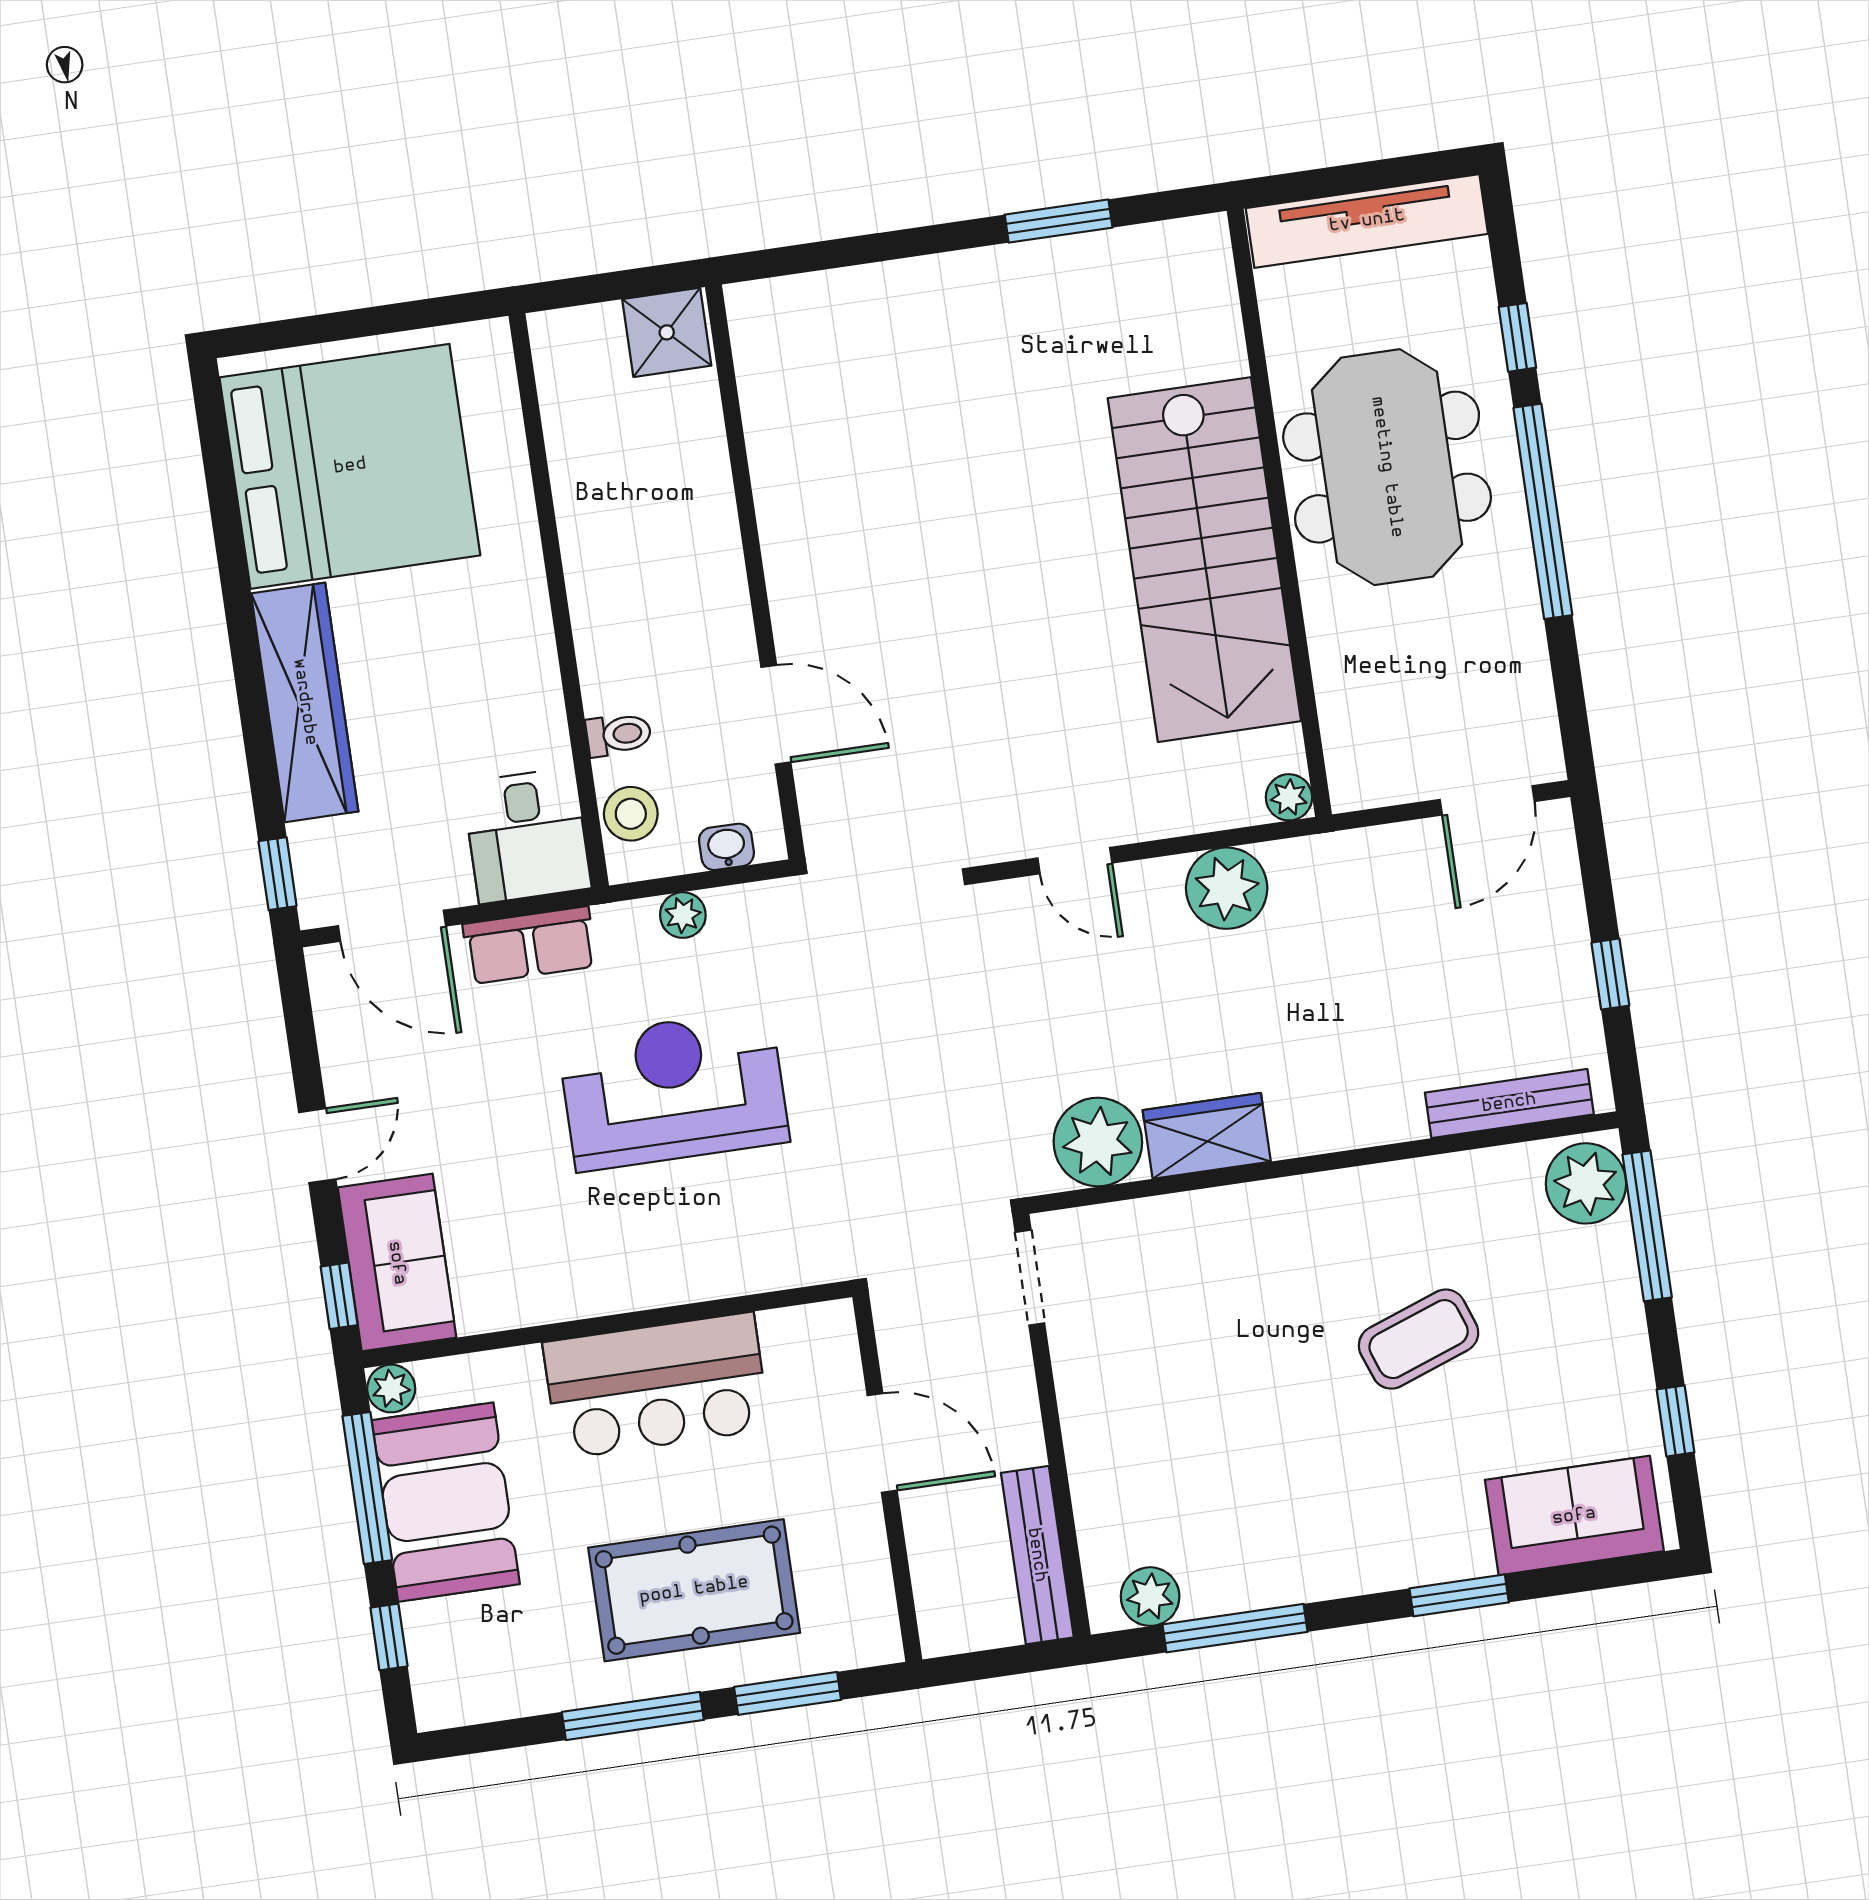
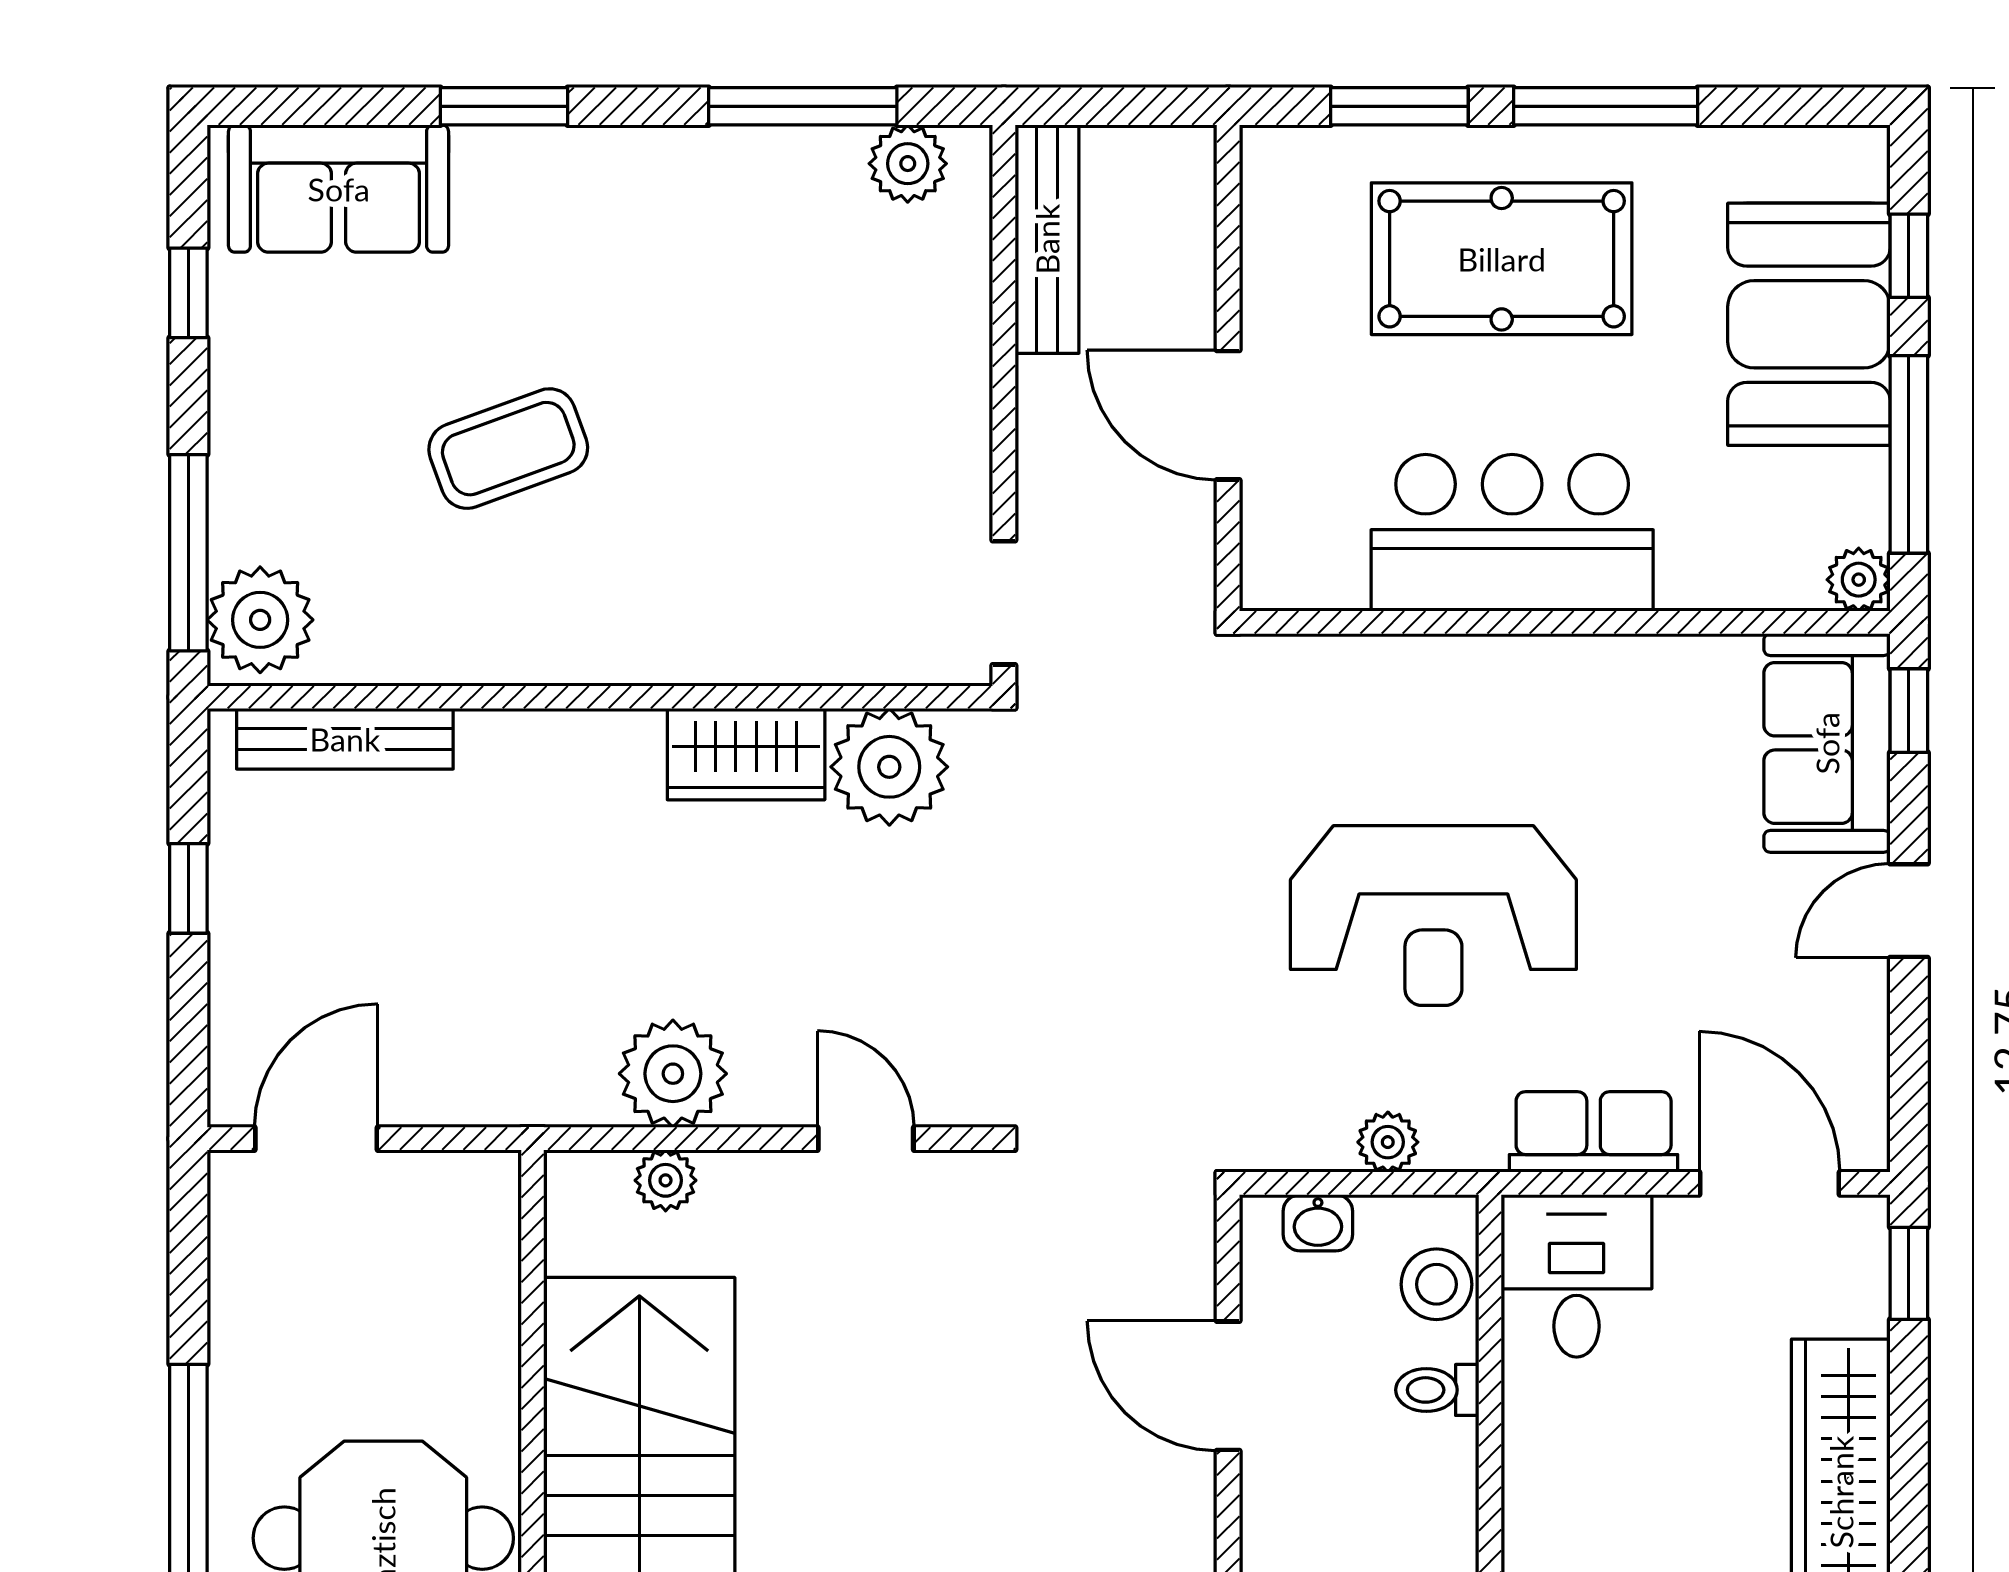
plant: (1289, 797) -> (666, 1180), moved
booth: (446, 1502) -> (1809, 324), moved

